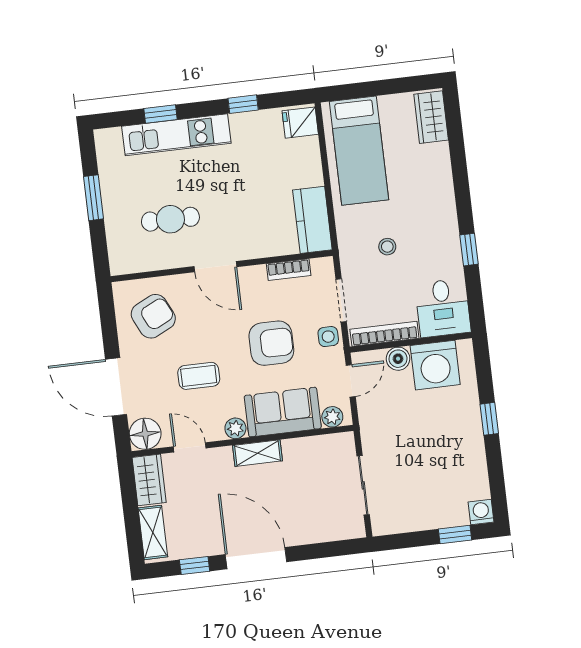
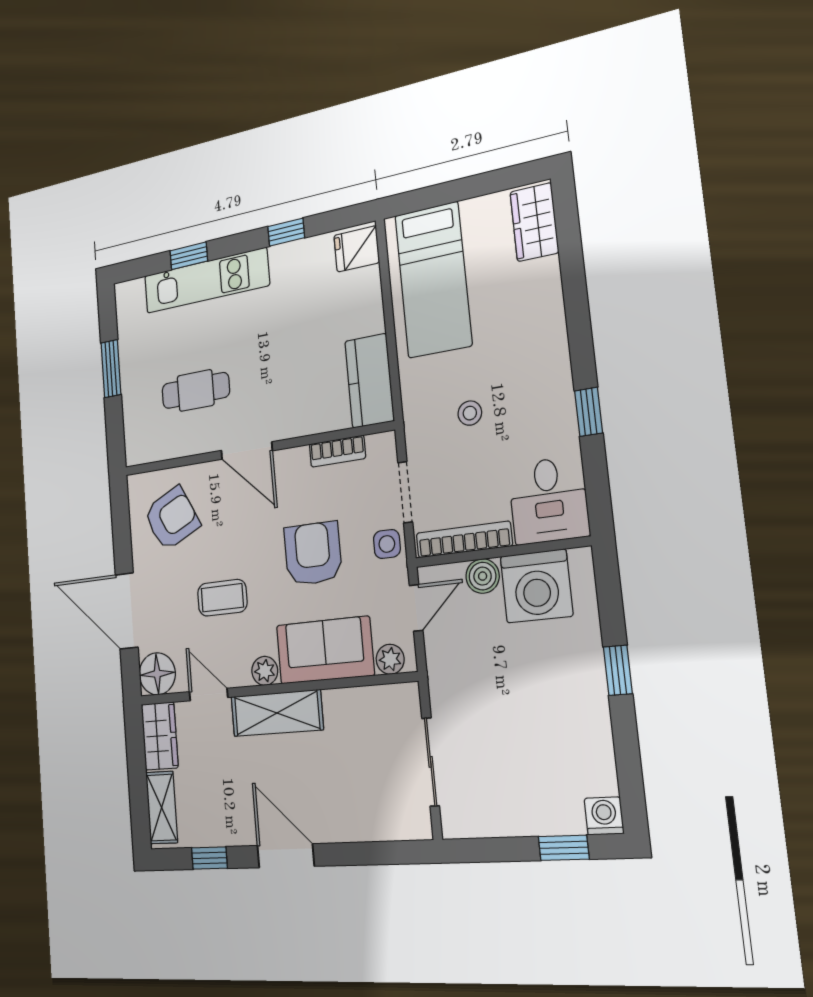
armchair: (271, 343) -> (313, 554), turned -90
shelving: (257, 453) -> (277, 713), width x1.50, depth x1.33
door: (256, 558) -> (286, 856), width x0.73

